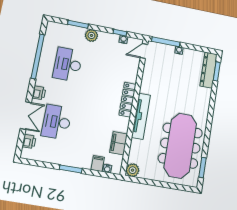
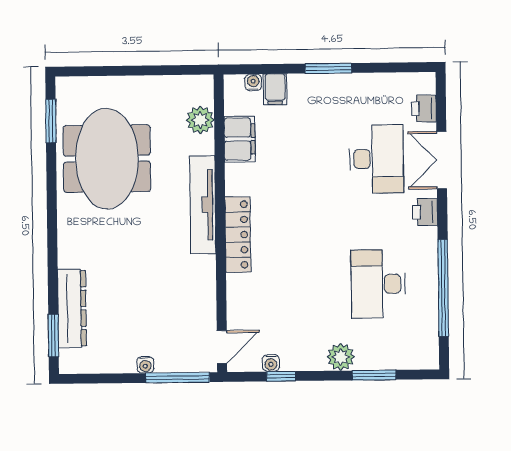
desk: (68, 64) -> (378, 284), turned 180
dresser: (209, 70) -> (72, 308), moved
meeting table: (180, 146) -> (107, 159), width x0.73
plant: (133, 170) -> (200, 120), moved

